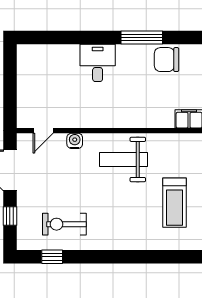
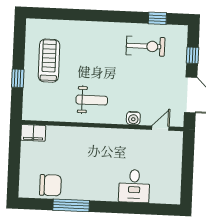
desk: (98, 63) -> (134, 186), moved
weight bench: (123, 159) -> (92, 100), width x0.73, depth x0.75

